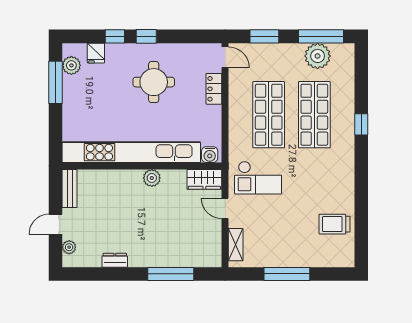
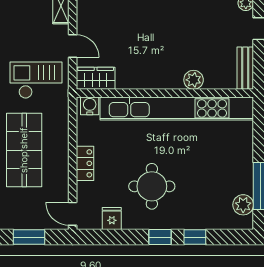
fridge: (96, 53) -> (112, 219), moved
locker: (214, 89) -> (85, 163), moved
plant: (152, 178) -> (194, 80), moved

